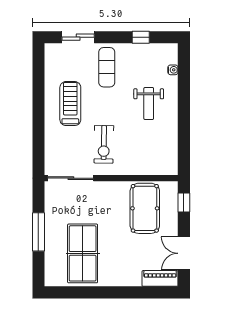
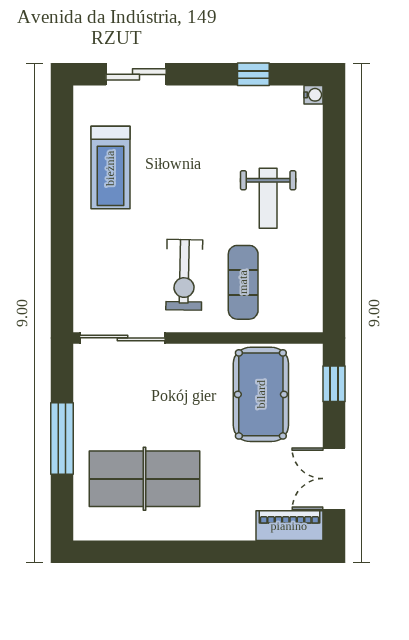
exercise mat: (107, 67) -> (243, 282), moved
water cooler: (173, 70) -> (313, 95), moved
treadmill: (70, 104) -> (110, 168), moved, turned 180
table tennis table: (83, 253) -> (145, 479), turned 90

